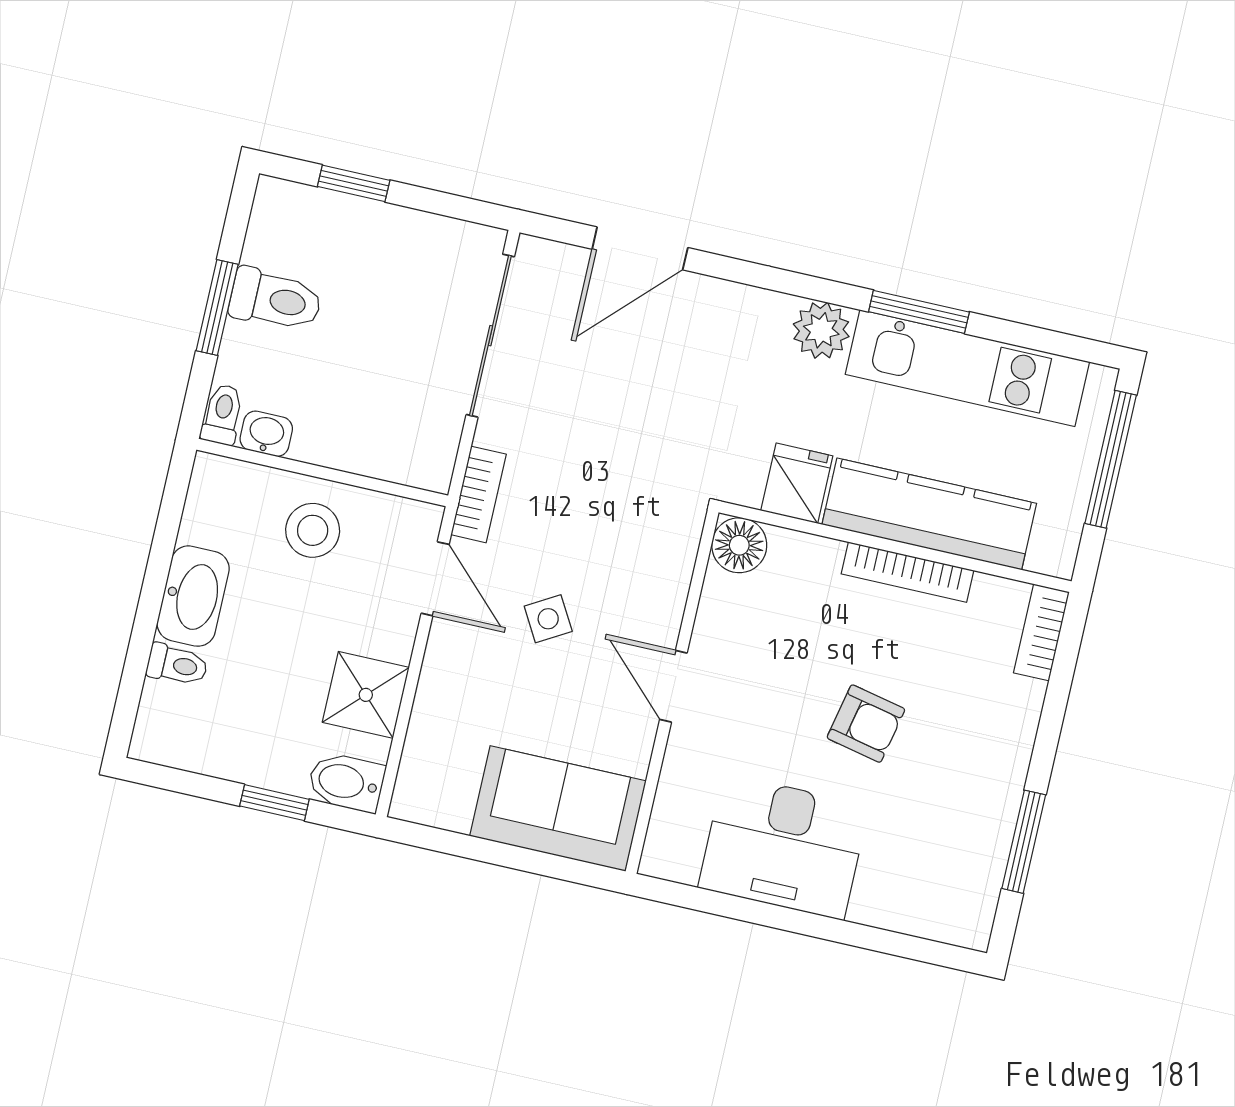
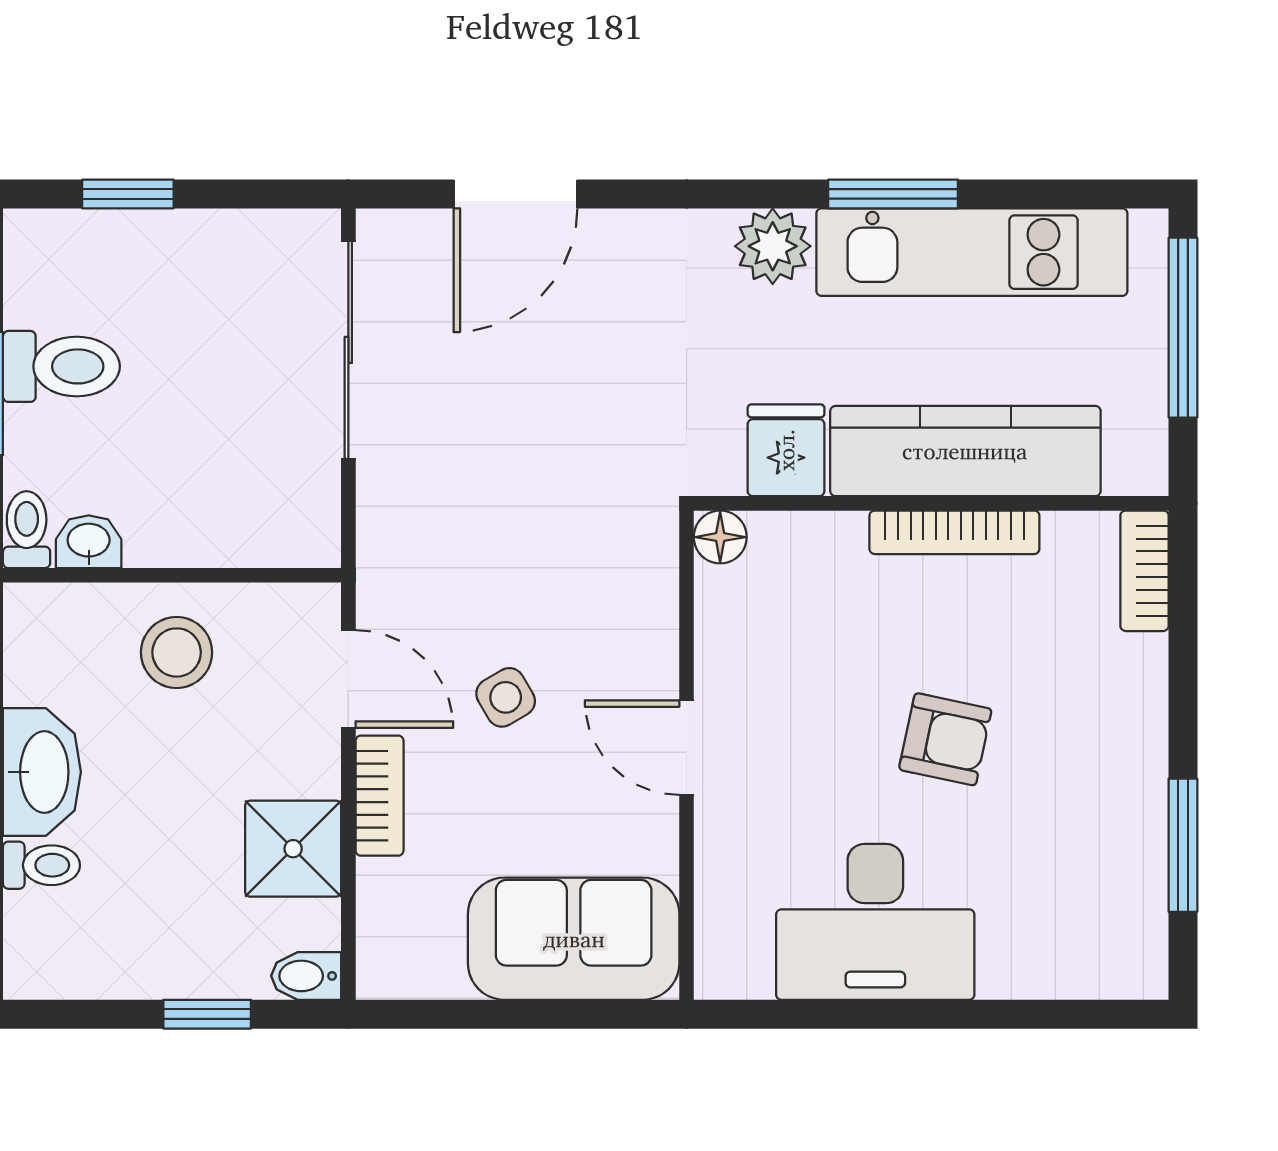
bookcase: (478, 494) -> (380, 796), moved
floor lamp: (739, 545) -> (720, 537), width x0.73, depth x0.73
bidet: (346, 782) -> (306, 976), width x0.72, depth x0.74

